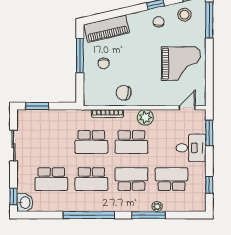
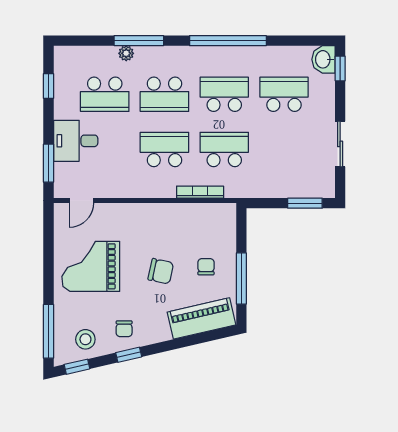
chair: (124, 93) -> (161, 271), moved
plant: (145, 117) -> (144, 186), removed

